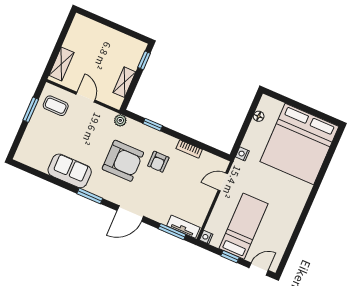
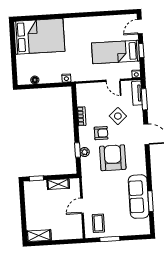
shelving: (61, 64) -> (39, 236), moved
plant: (120, 120) -> (85, 152), moved
bed: (299, 144) -> (39, 36), width x0.73
sofa: (70, 171) -> (139, 197), width x1.36
door: (223, 182) -> (113, 80), moved
side table: (168, 191) -> (118, 116), added
window: (90, 196) -> (151, 201), moved
door: (259, 269) -> (140, 27), hinge flipped

